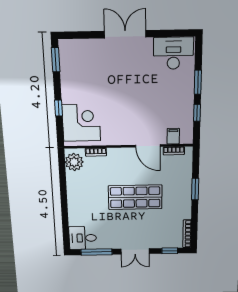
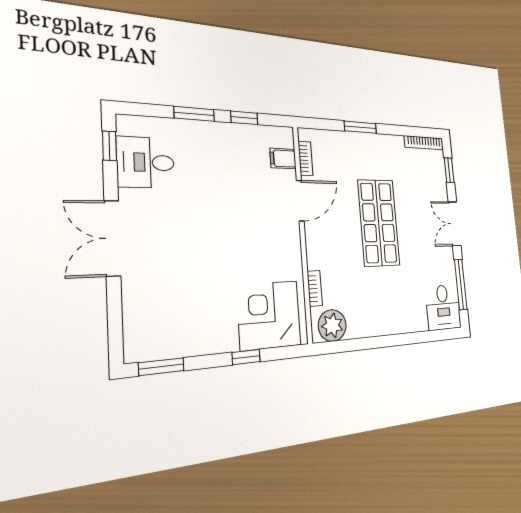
window: (177, 33) -> (110, 146), added
desk: (173, 53) -> (146, 162), width x0.73
double door: (135, 251) -> (455, 224), swing flipped

